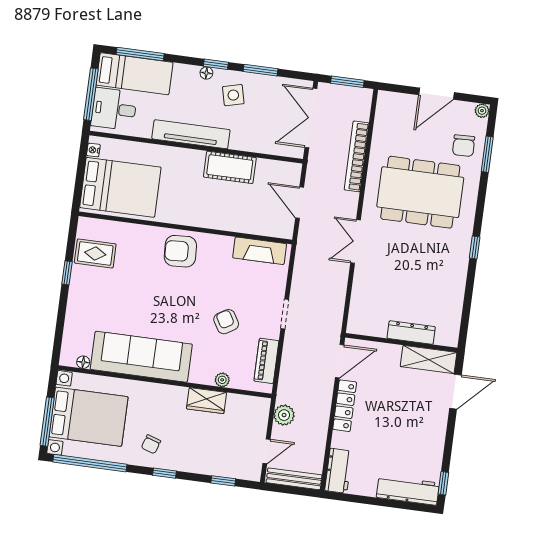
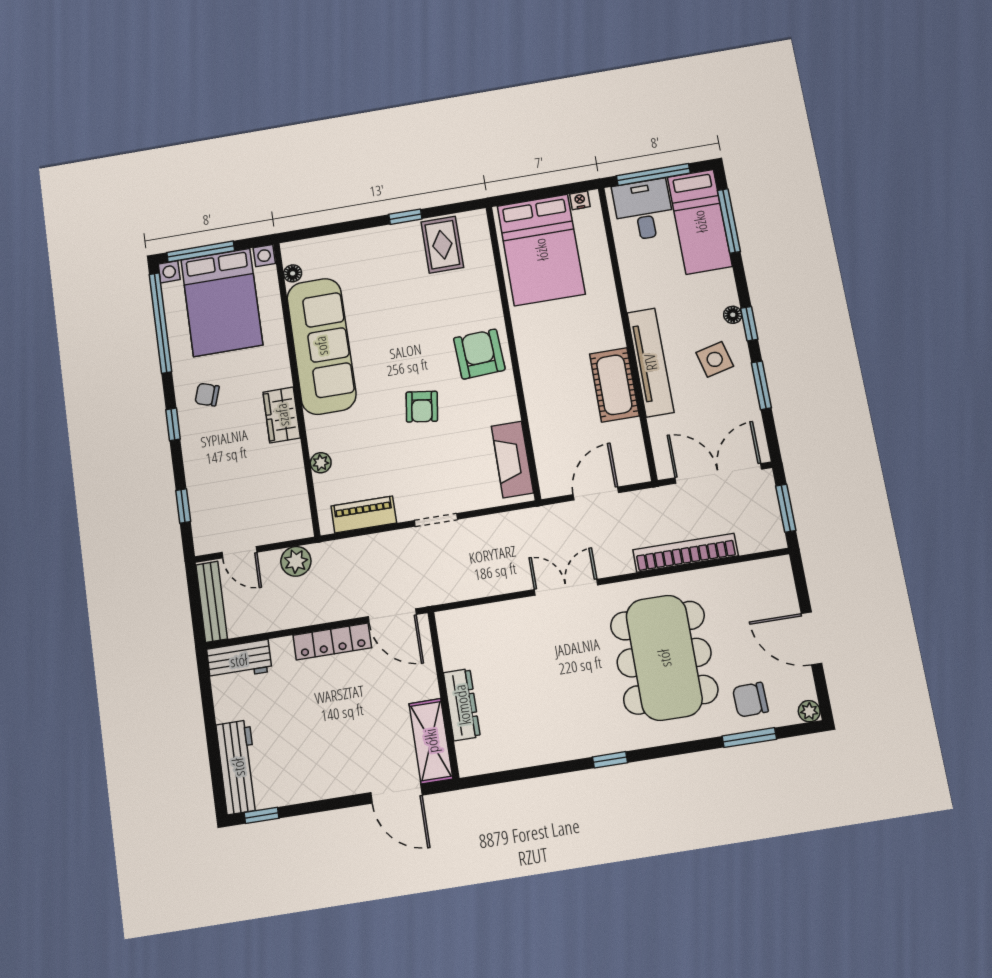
tv unit: (191, 134) -> (650, 362), moved
armchair: (226, 322) -> (422, 407), moved, turned 129
wardrobe: (206, 401) -> (282, 415), moved

